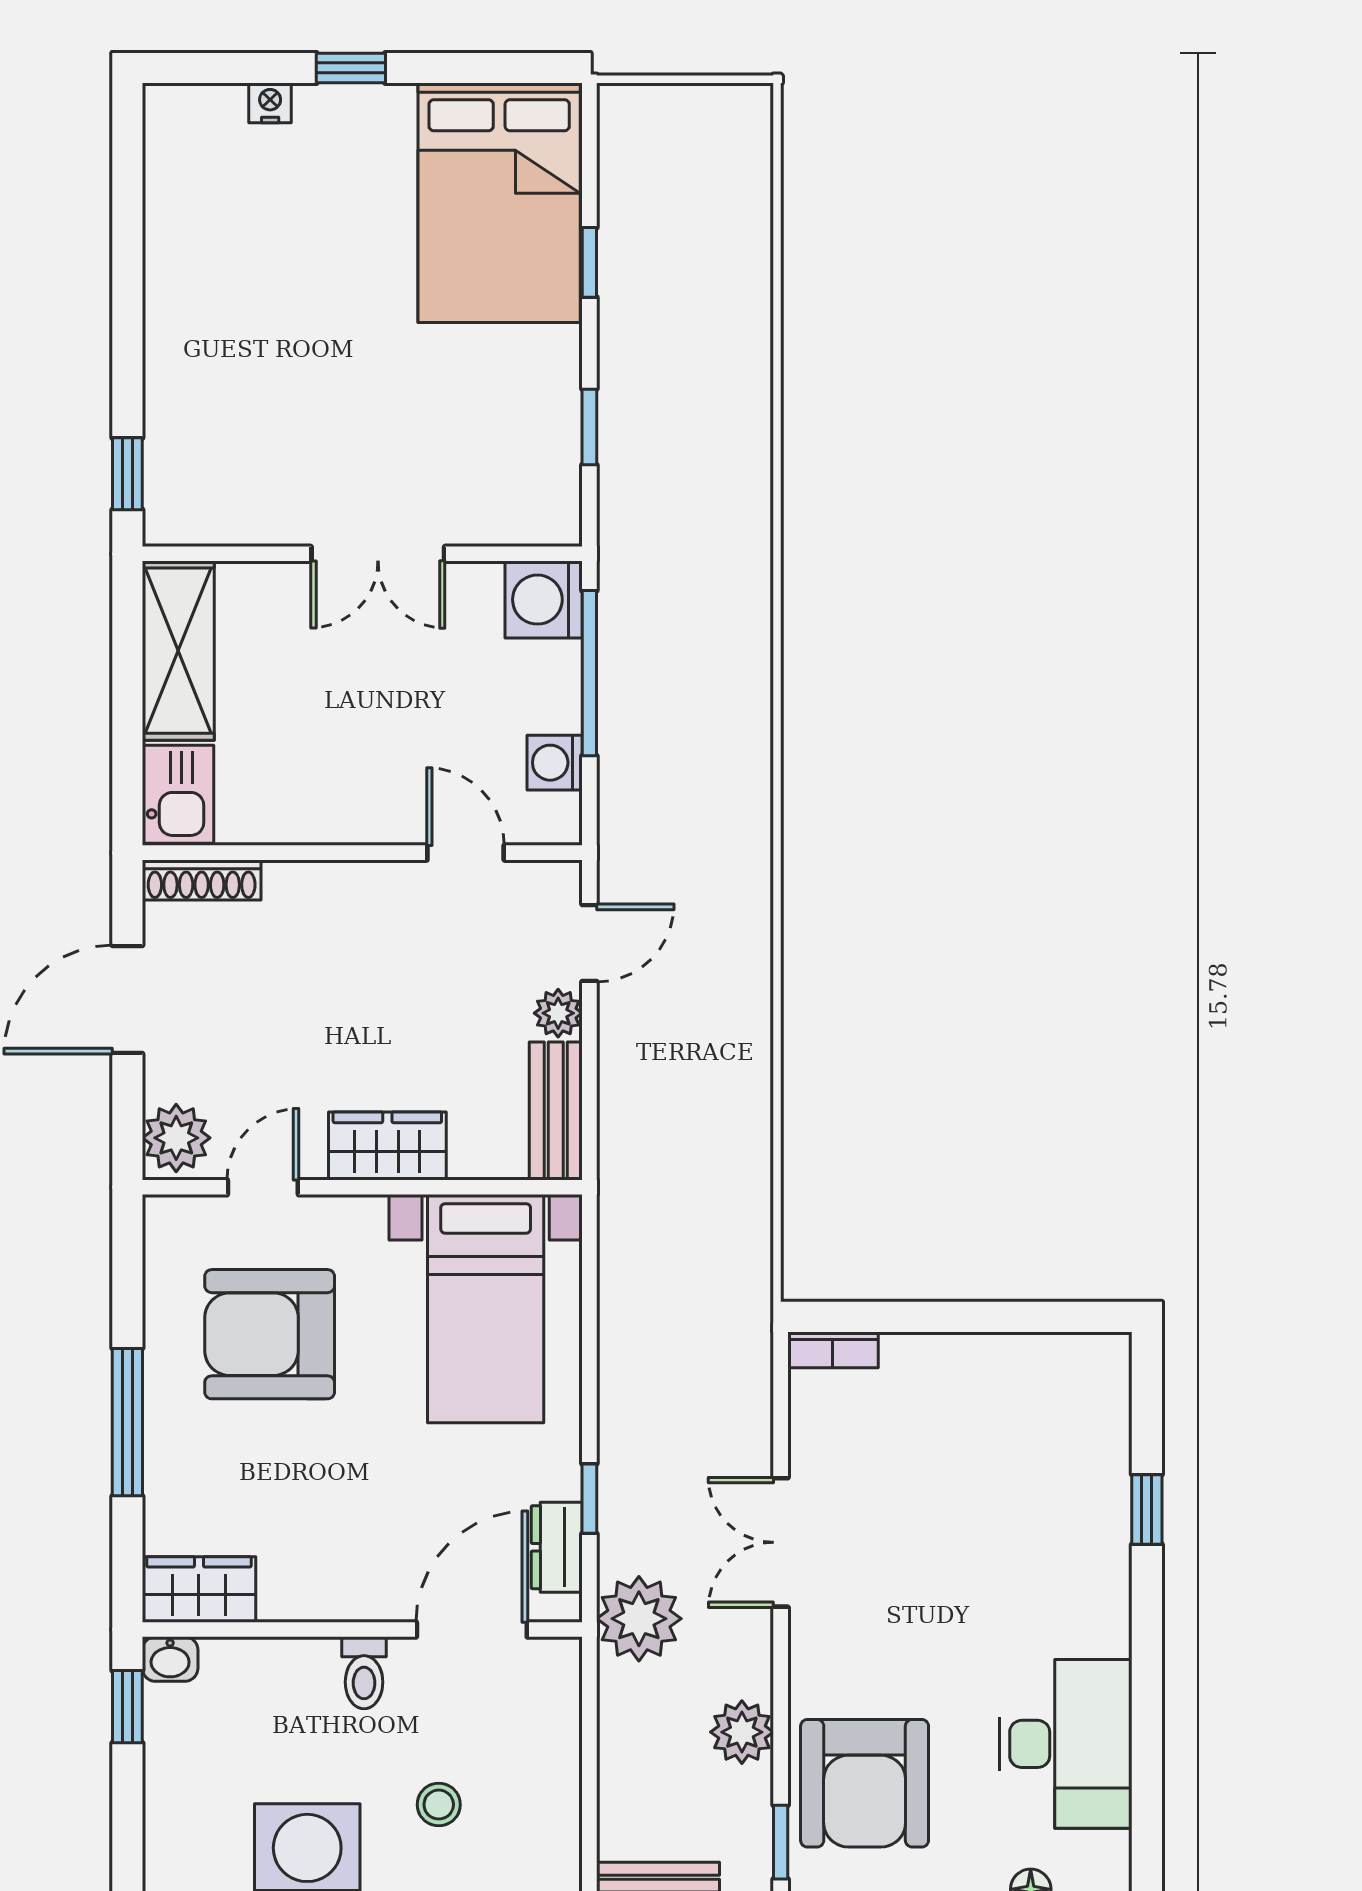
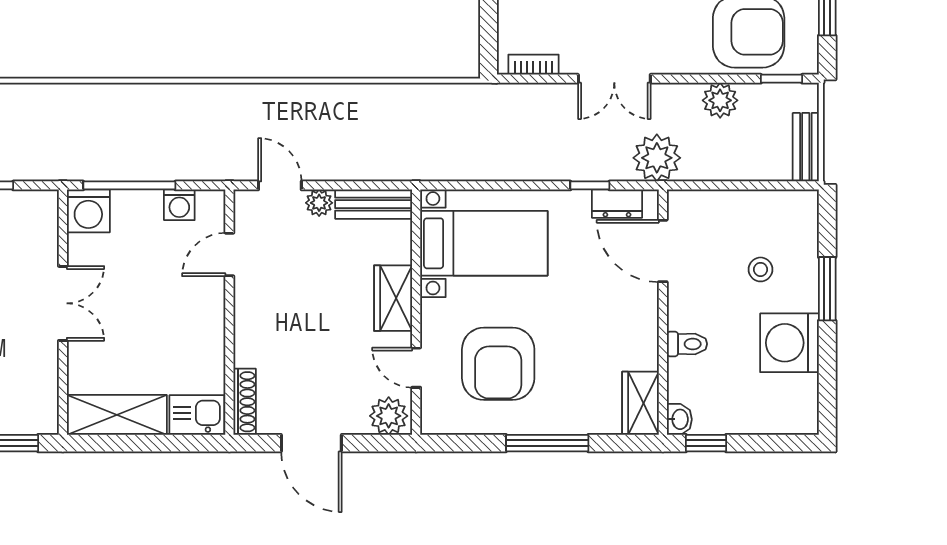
bookcase: (833, 1350) -> (533, 65), moved, turned -90
toilet: (364, 1673) -> (687, 344), moved

